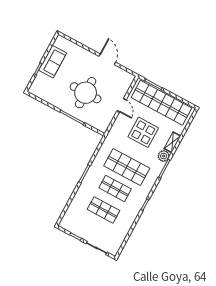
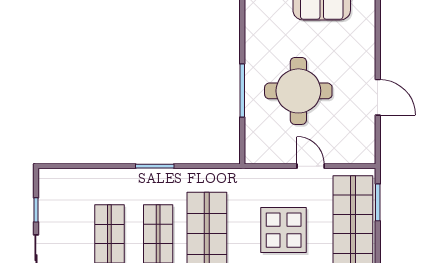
door: (107, 59) -> (378, 97), hinge flipped
door: (122, 105) -> (311, 166), swing flipped

